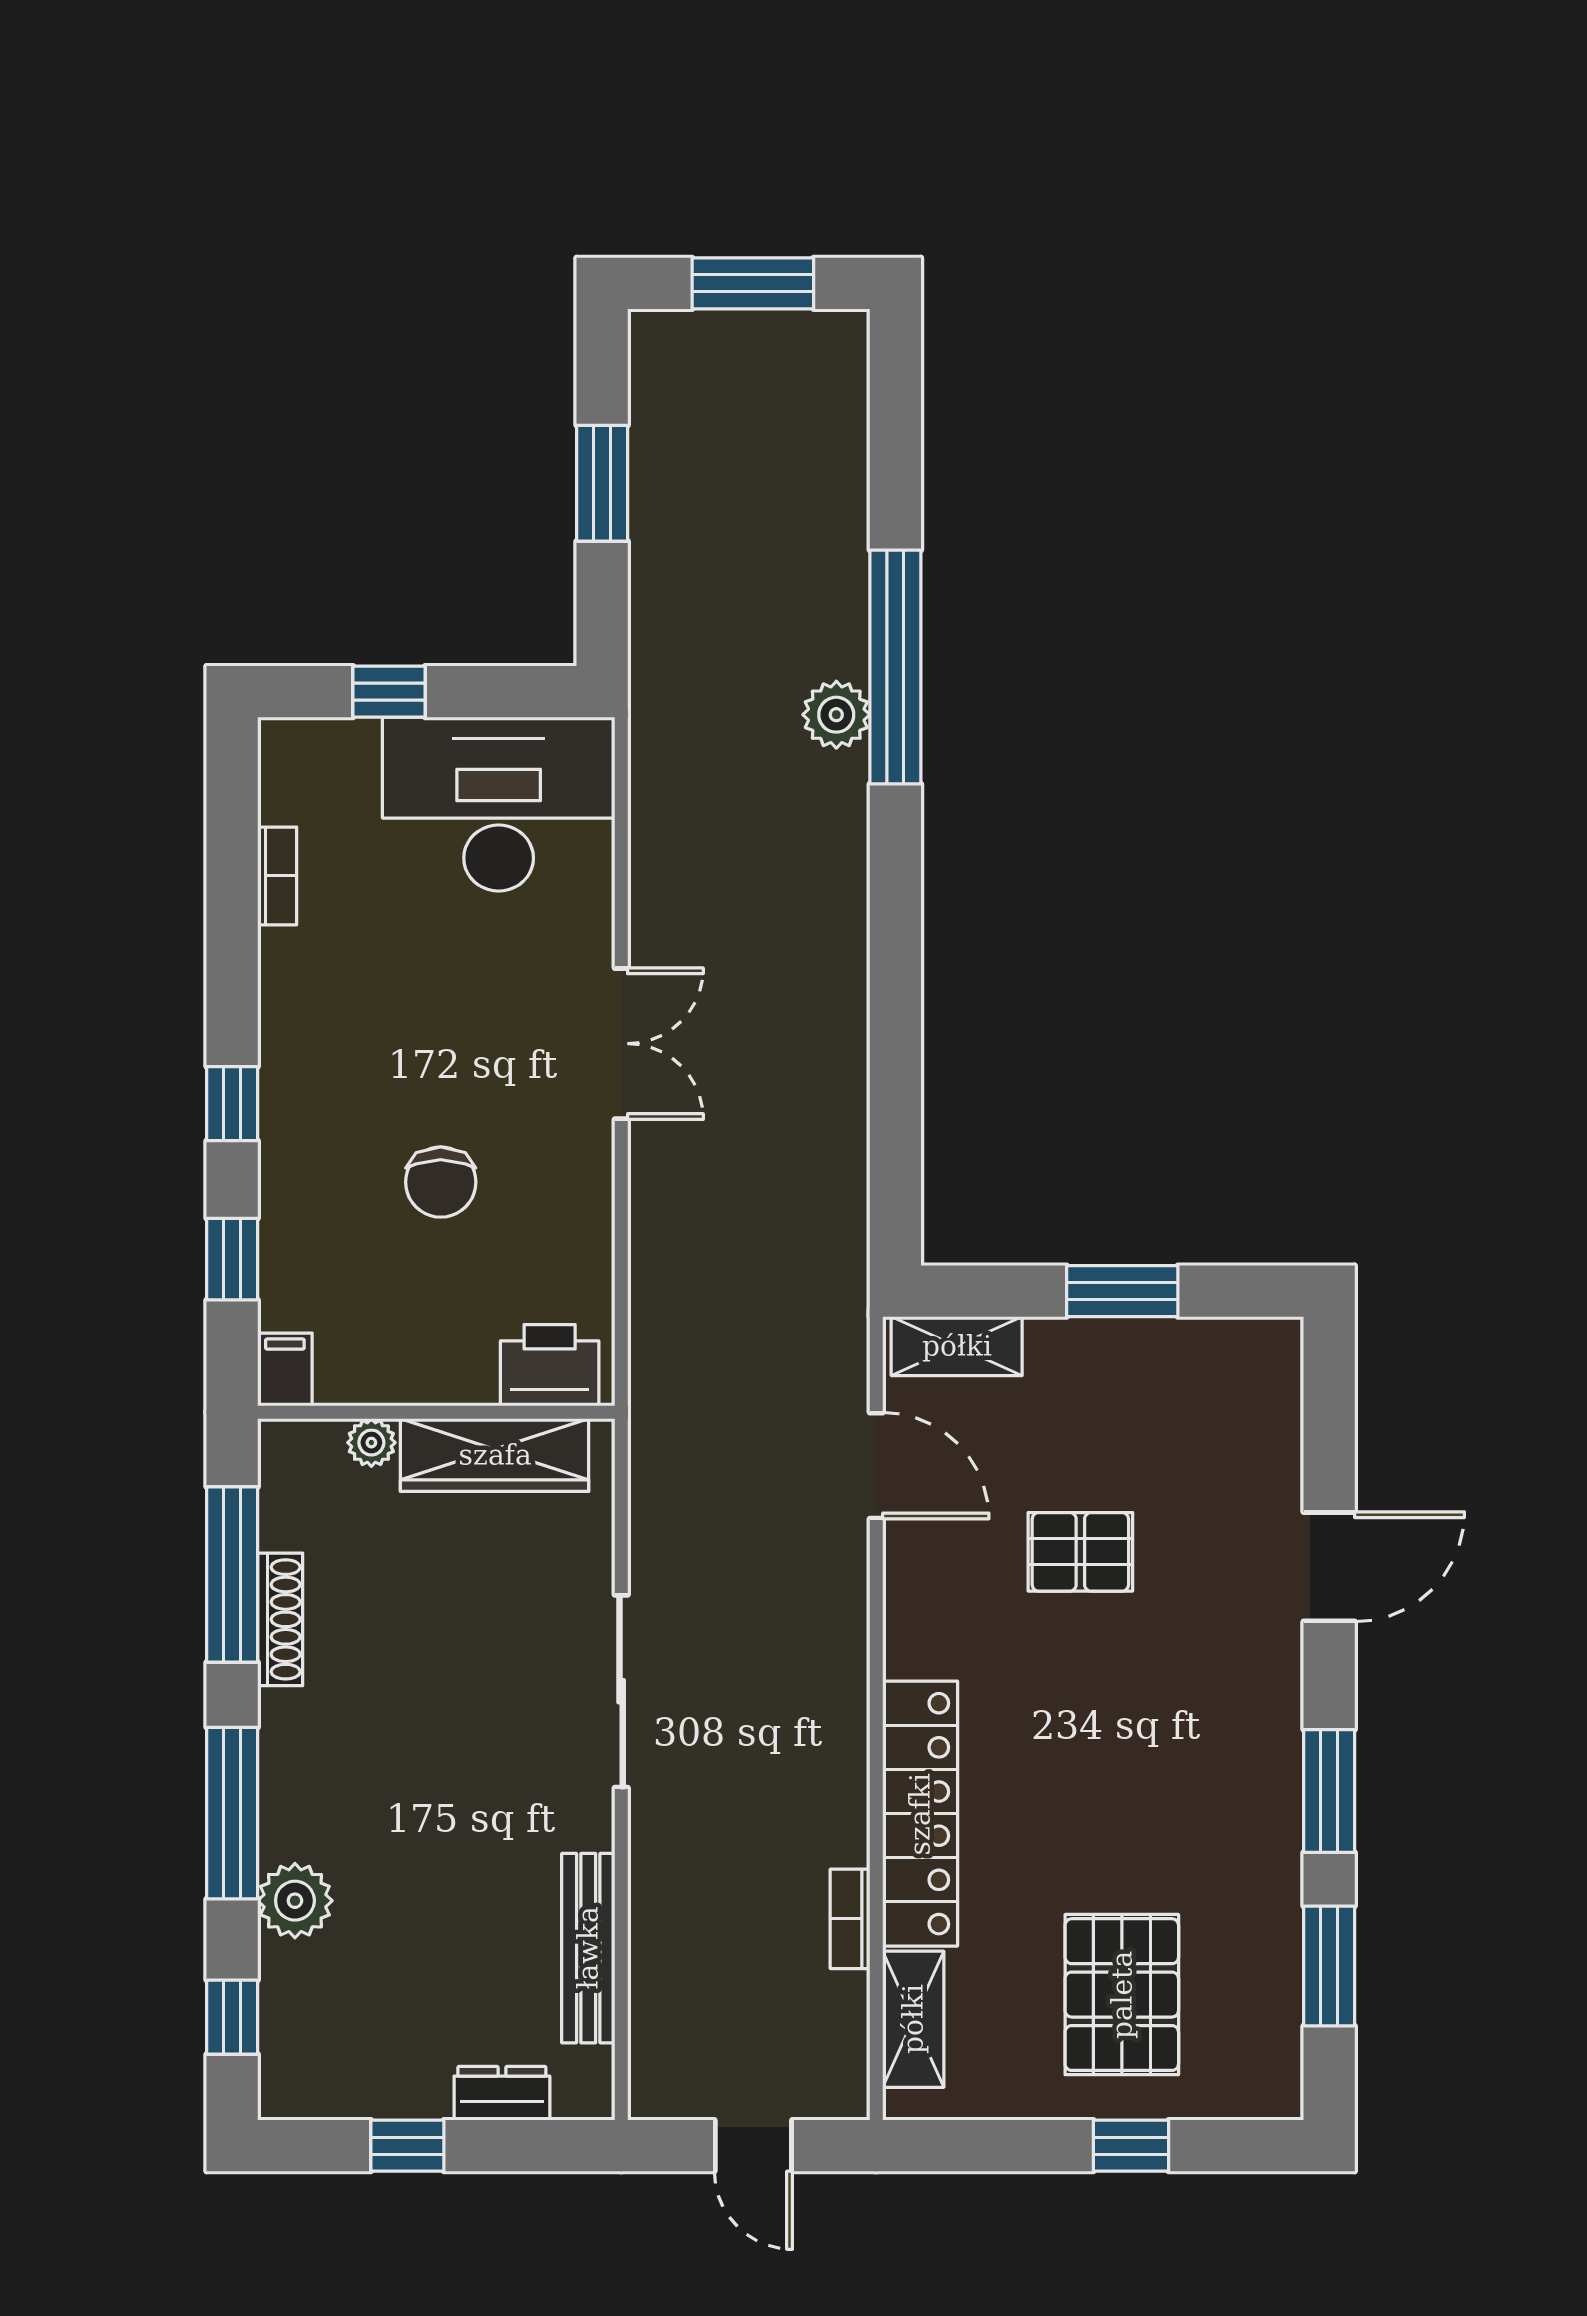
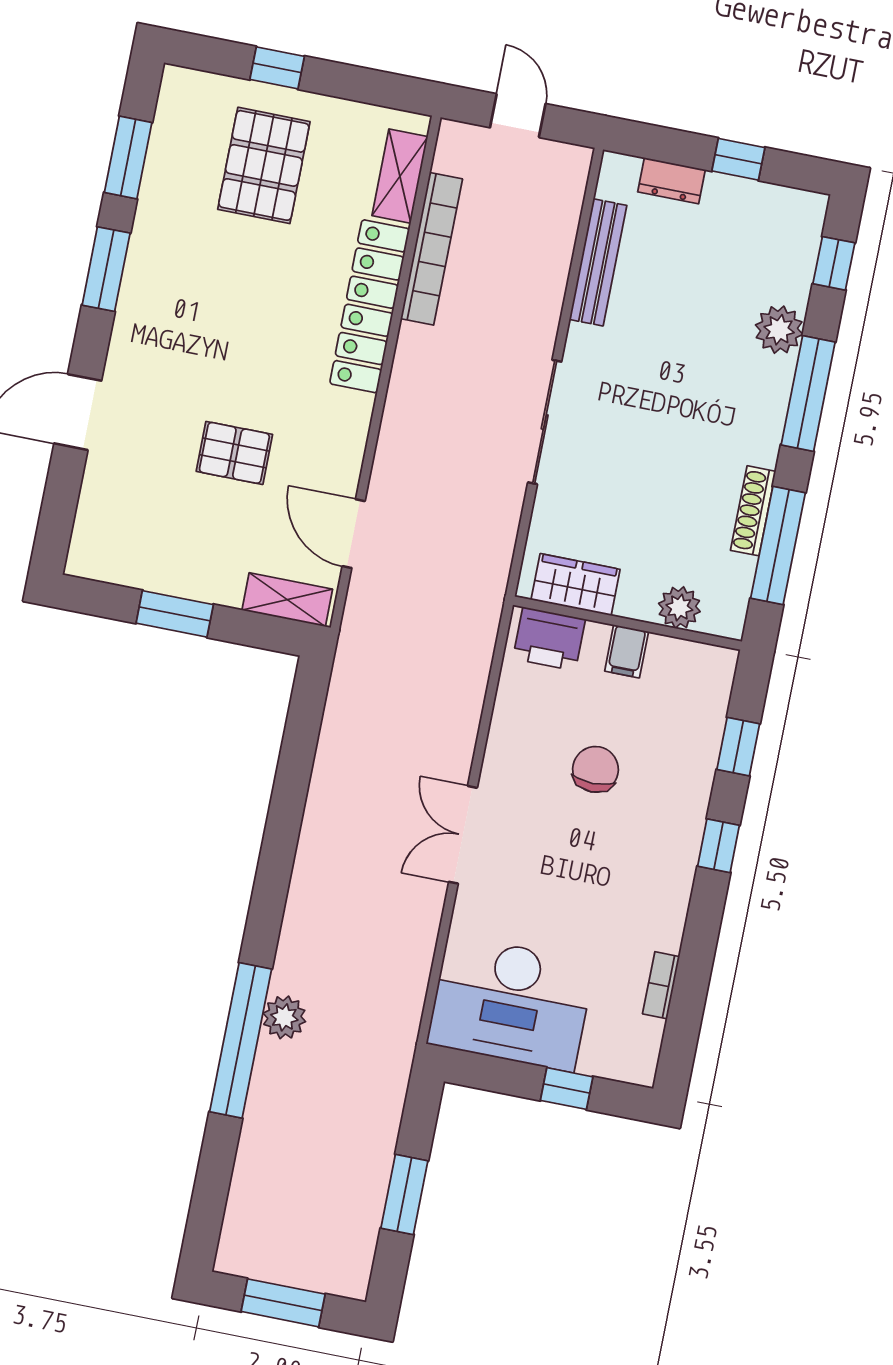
filing cabinet: (285, 1370) -> (627, 651), moved
plant: (371, 1443) -> (679, 607), width x1.38, depth x1.38
wardrobe: (495, 1455) -> (576, 585), width x0.67
bookcase: (850, 1919) -> (432, 249), width x2.31, depth x1.31

